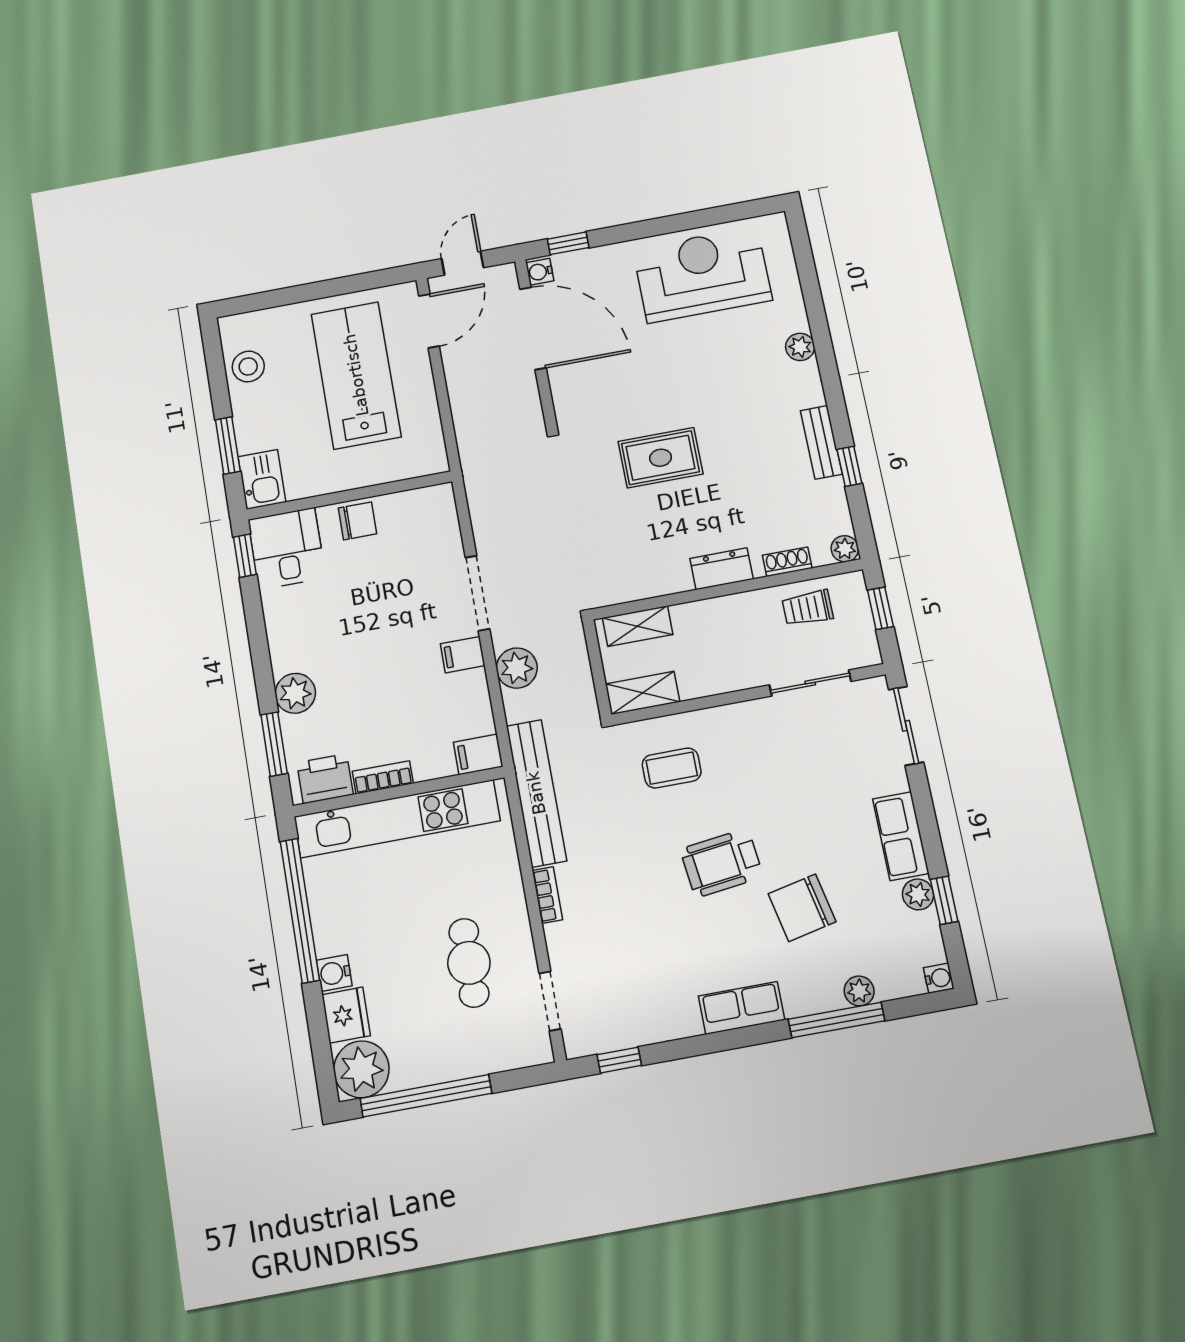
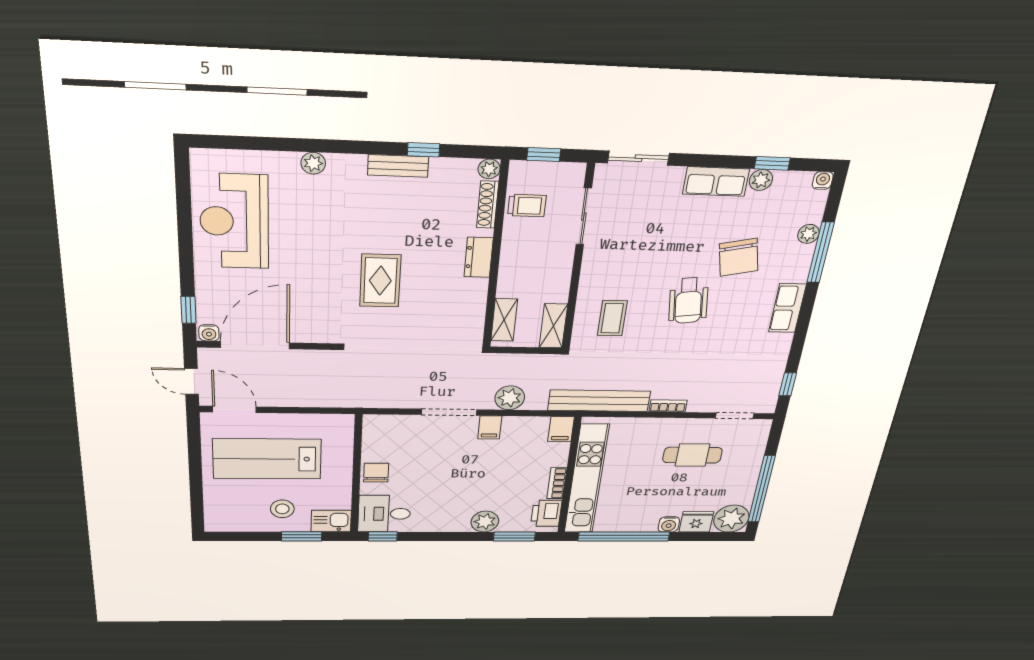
stool: (248, 366) -> (282, 509), moved
shoe rack: (787, 562) -> (488, 205), width x1.43
trolley: (808, 608) -> (527, 206), turned -90

